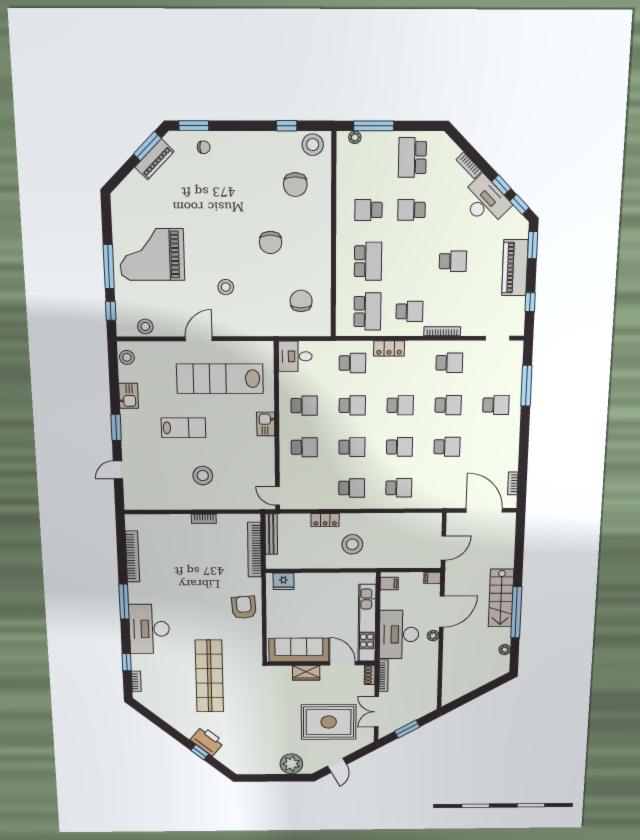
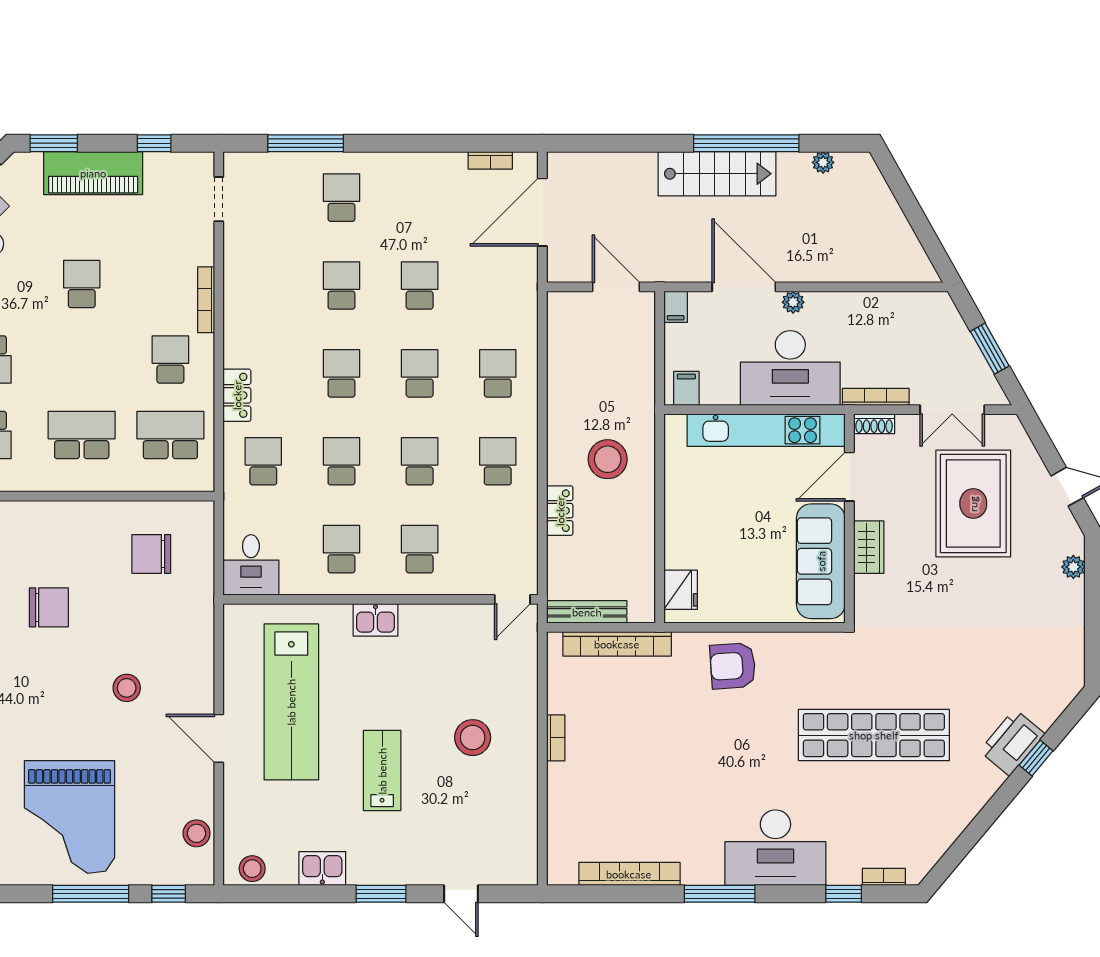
school desk: (449, 363) -> (263, 285), removed
plant: (291, 764) -> (1073, 567), width x0.53, depth x0.53

